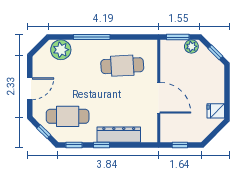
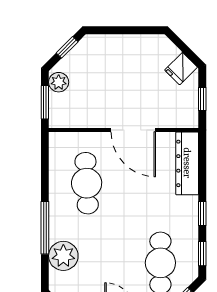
plant: (61, 50) -> (63, 256), moved
door: (159, 98) -> (133, 130), swing flipped
fridge: (216, 111) -> (181, 69), moved, turned 45
dresser: (119, 135) -> (187, 163), moved

